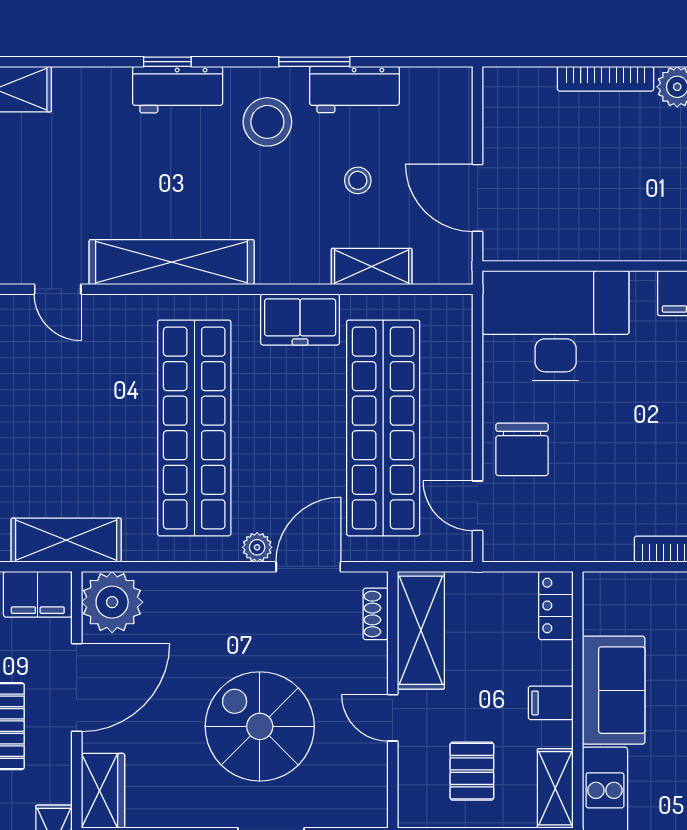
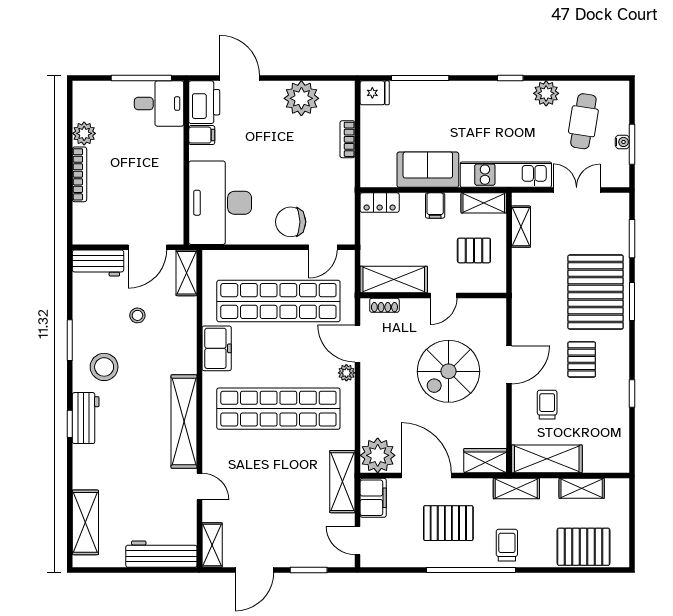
workbench: (355, 90) -> (98, 263), moved, turned 90
shelving: (372, 266) -> (186, 273), moved
door: (58, 289) -> (199, 486), hinge flipped
chair: (522, 449) -> (291, 222), turned 180

